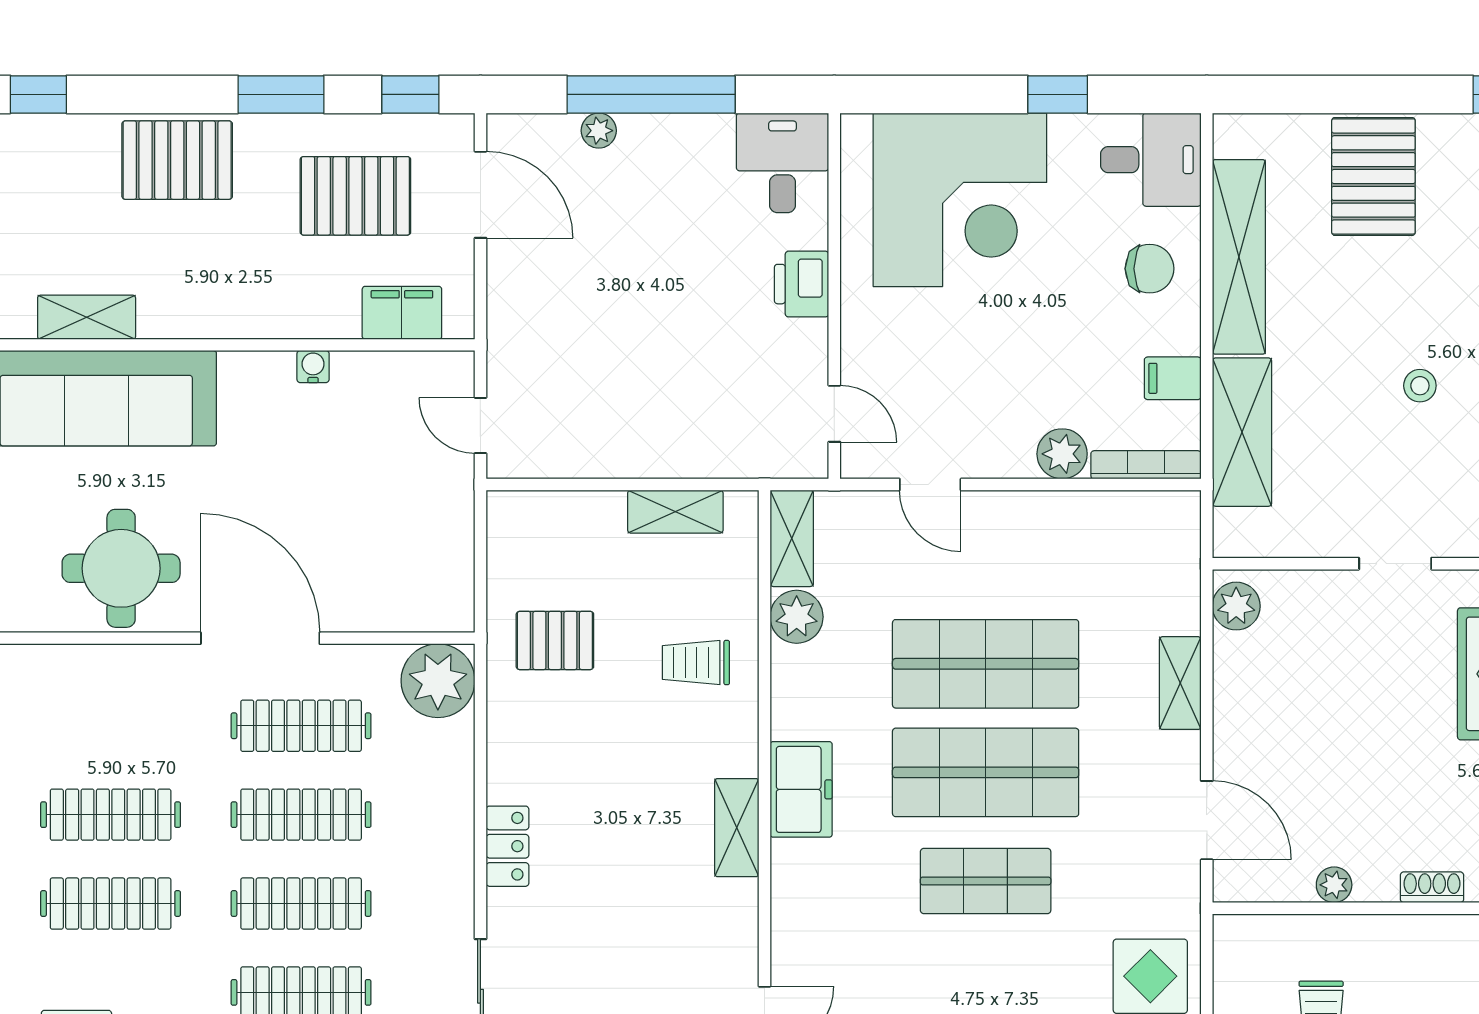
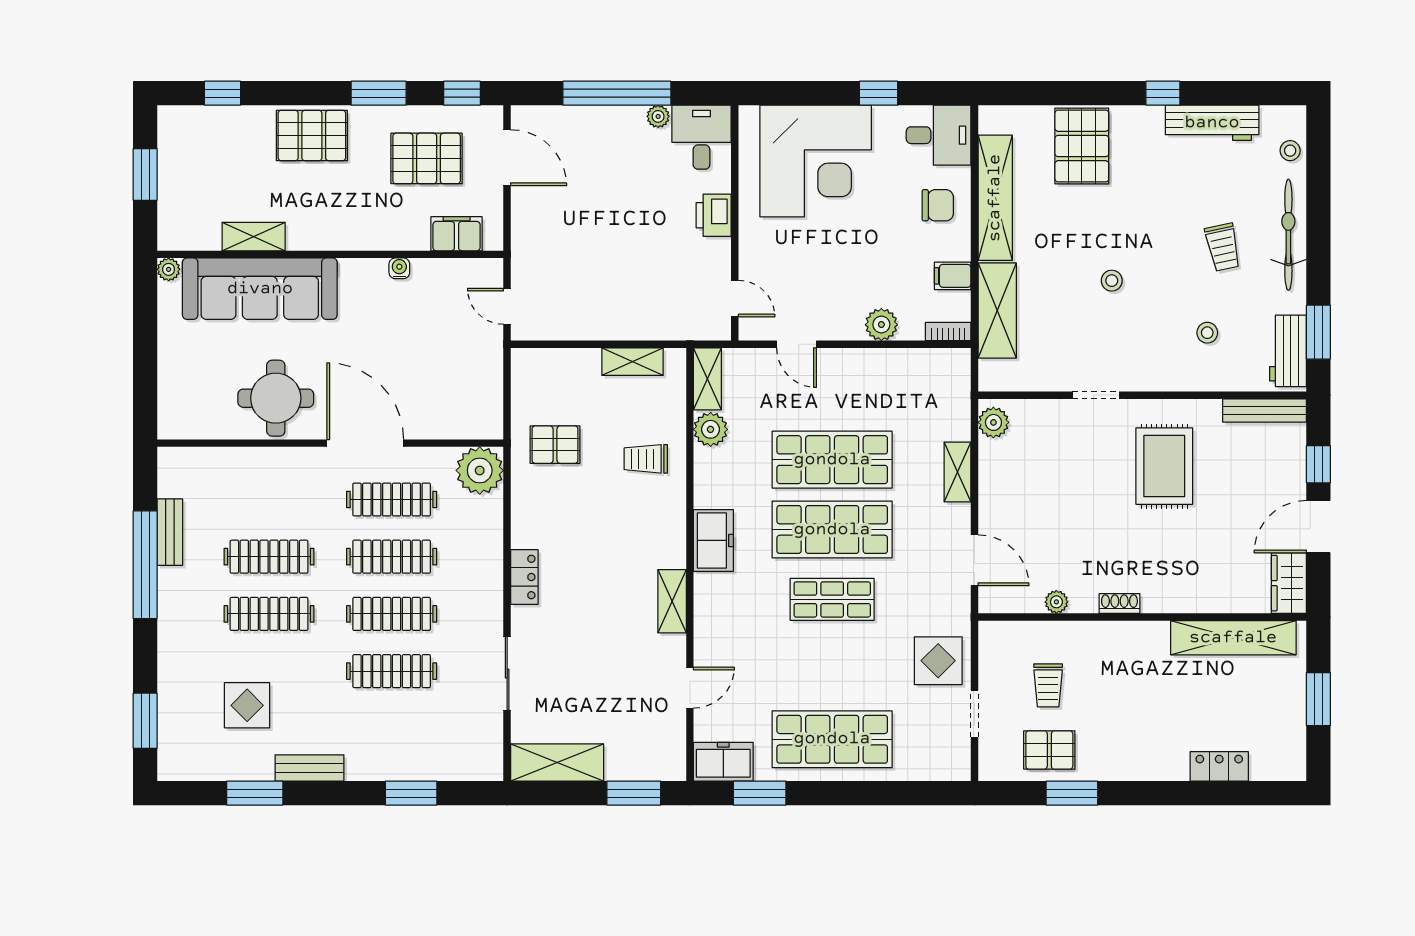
plant: (599, 131) -> (658, 116), moved
bookcase: (1146, 465) -> (948, 332), width x0.64
shelving: (737, 828) -> (672, 601), moved

